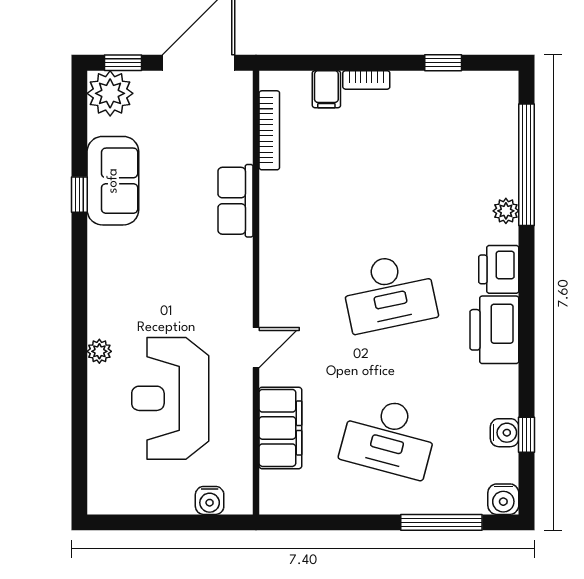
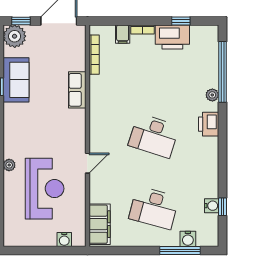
desk: (389, 293) -> (154, 136), turned 30
printer: (494, 330) -> (172, 37), moved, turned -90
reception desk: (170, 398) -> (45, 189), turned 180
filing cabinet: (280, 428) -> (100, 224), moved
water cooler: (503, 499) -> (188, 239), moved

